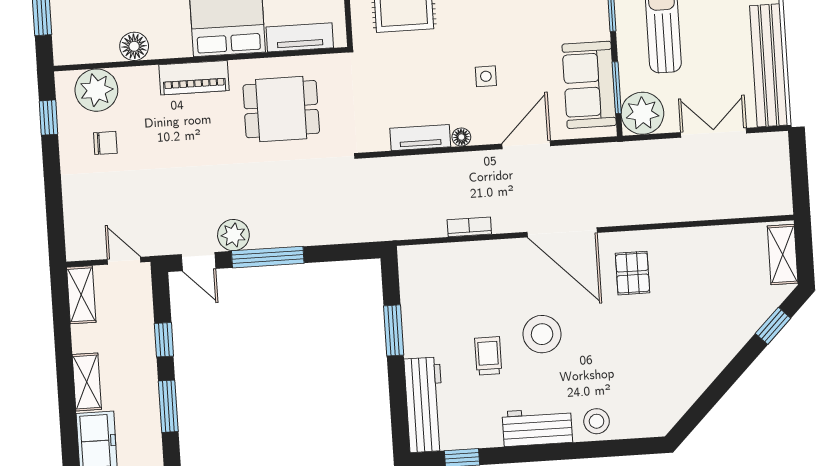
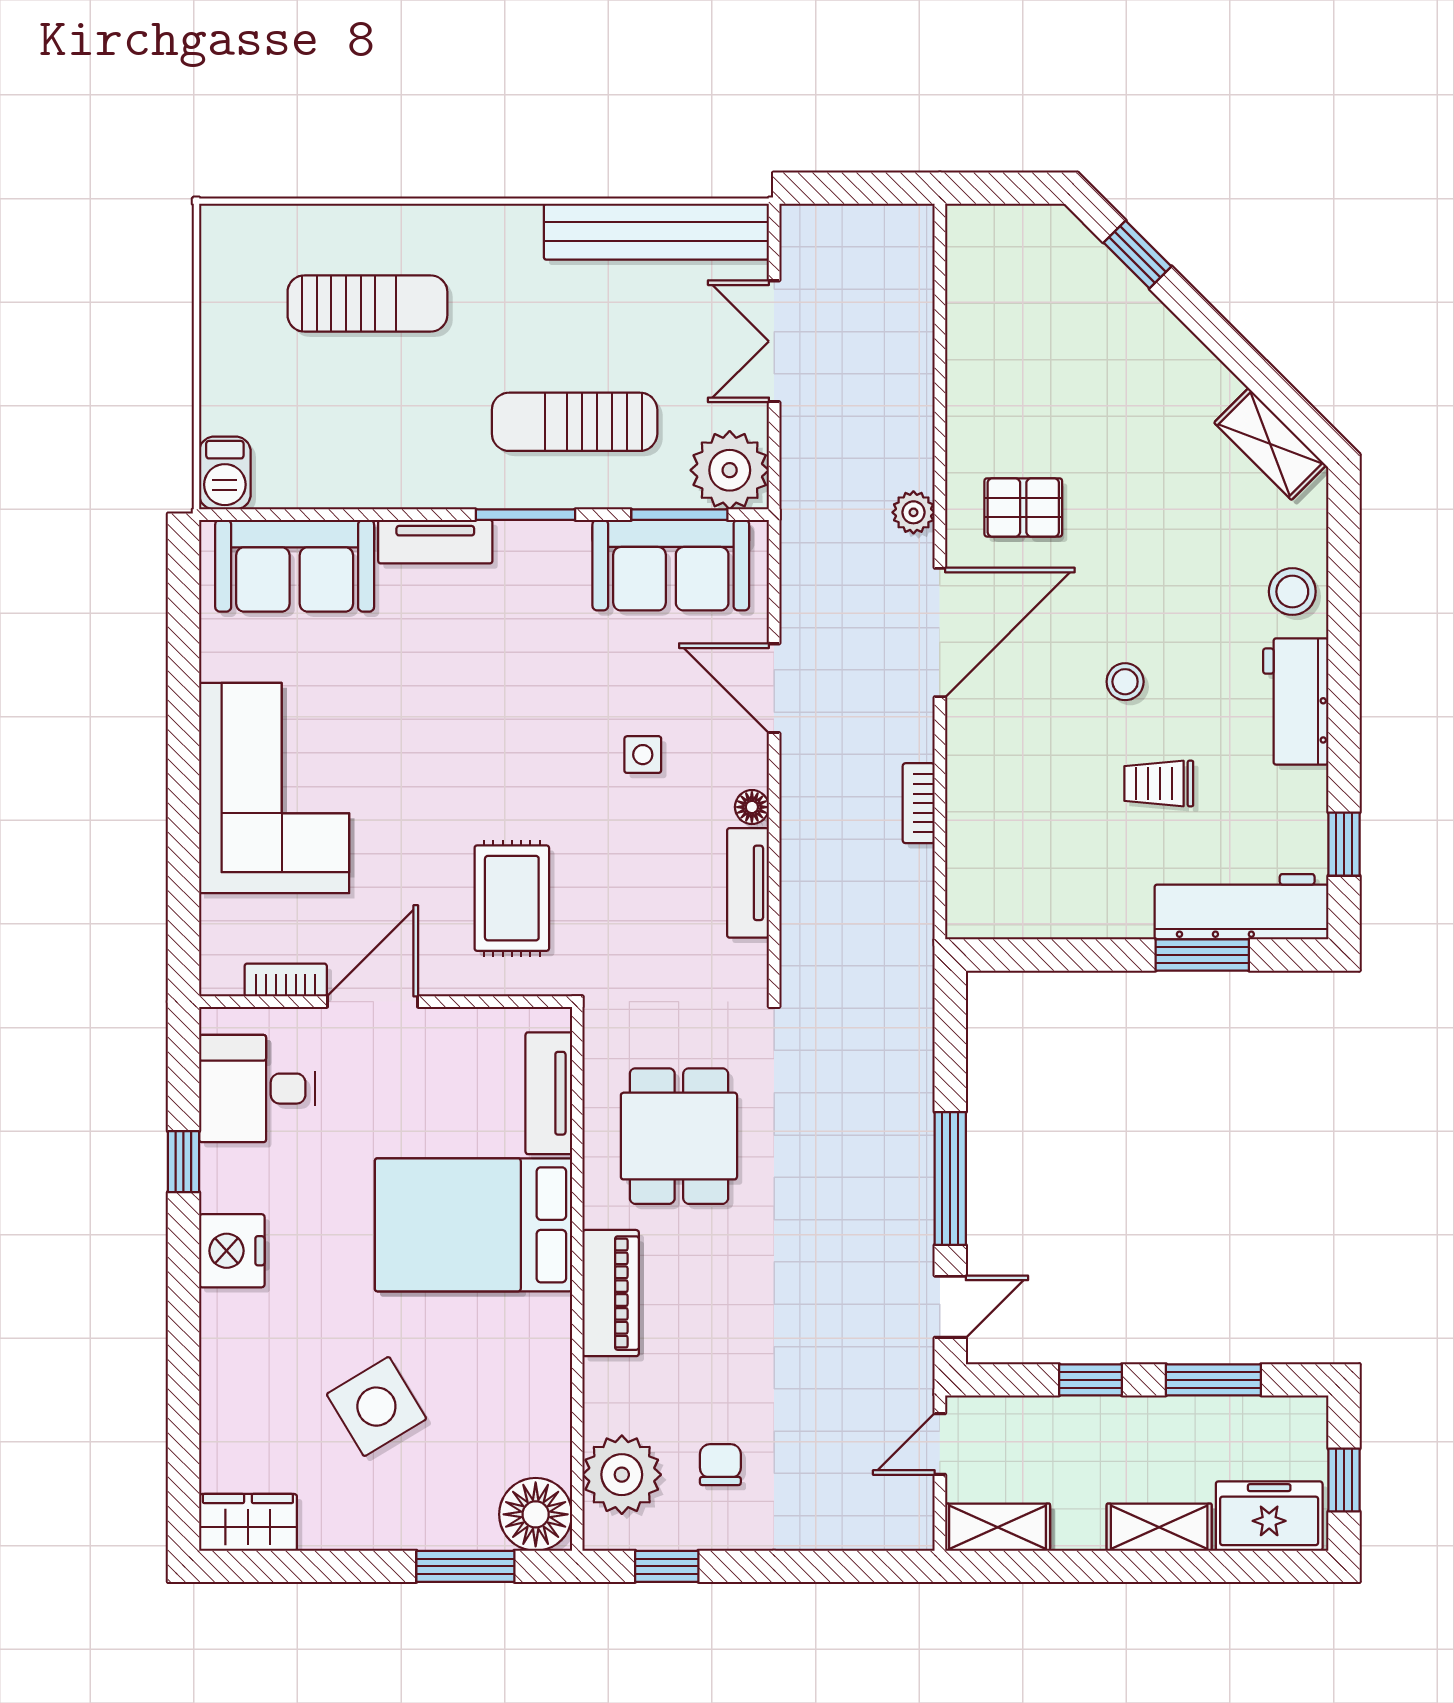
floor lamp: (134, 46) -> (536, 1514), moved, width x1.38, depth x1.38
plant: (233, 235) -> (913, 512), moved, width x0.73, depth x0.73
shelving: (783, 255) -> (1270, 444), moved, turned 45
window: (394, 330) -> (1202, 955), moved
stool: (542, 334) -> (1125, 682), width x0.53, depth x0.53

